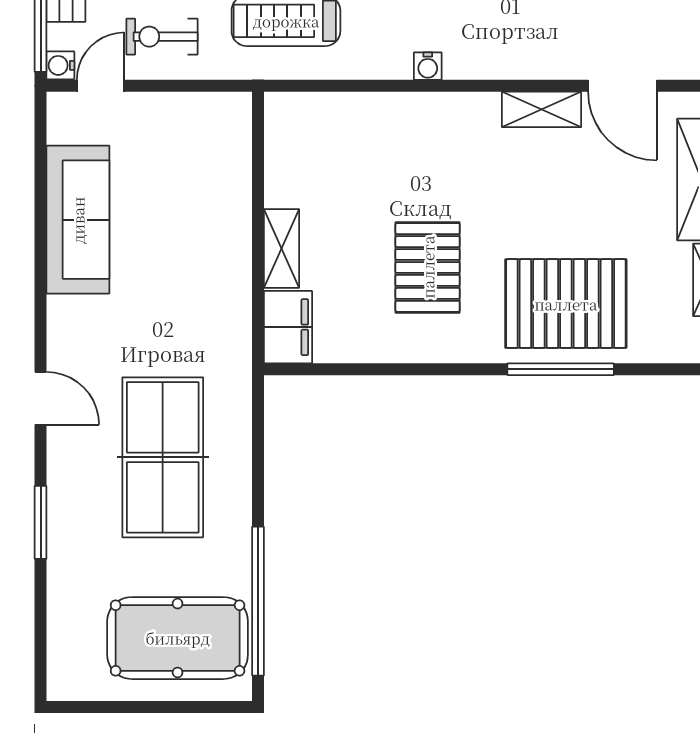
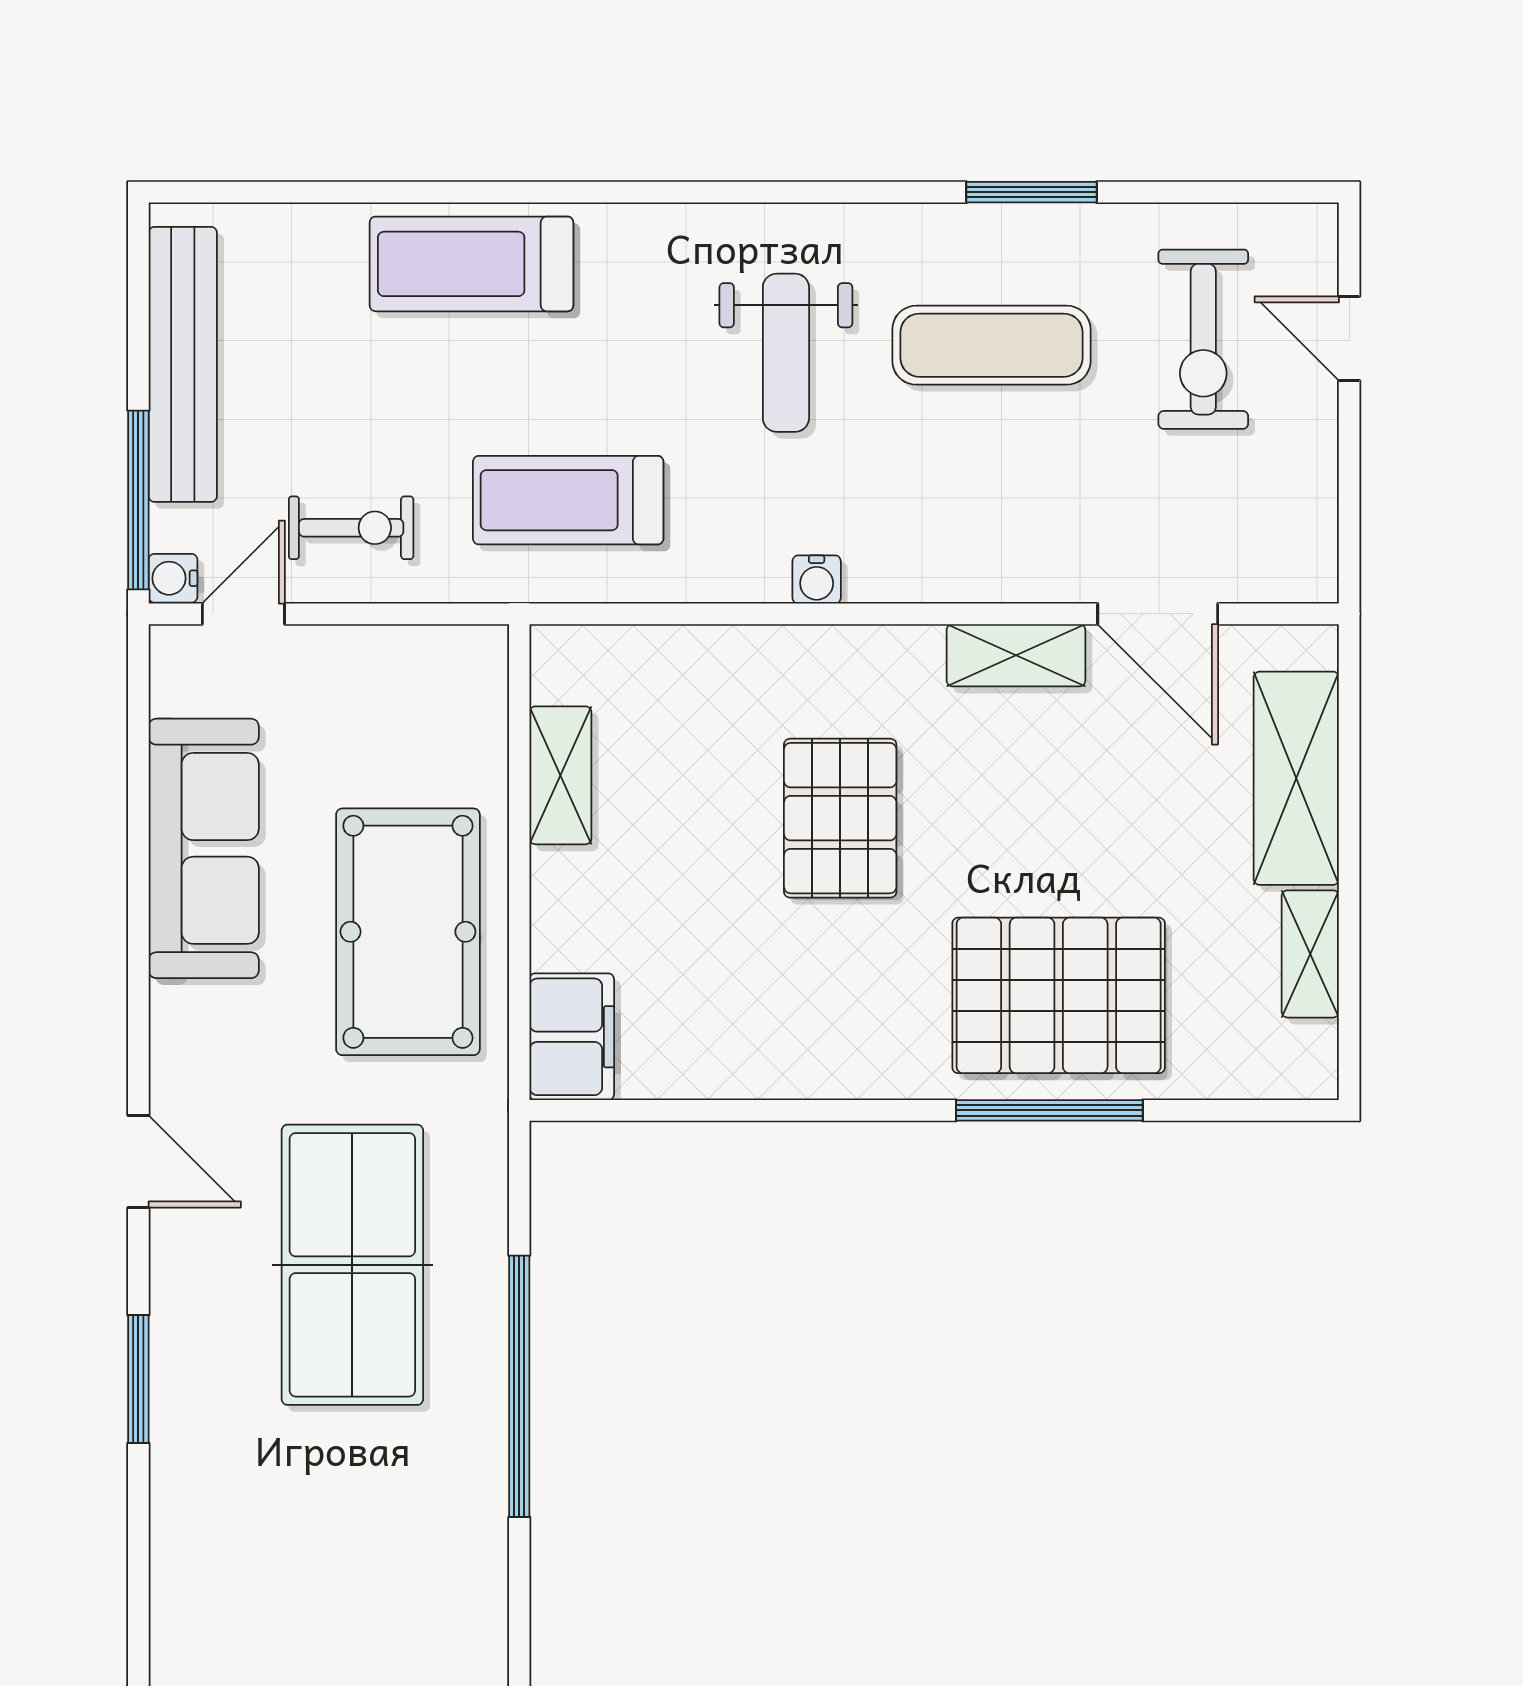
exercise bike: (162, 37) -> (351, 528), turned 180
shelving: (282, 249) -> (560, 775), moved
pallet: (428, 267) -> (840, 818), moved
window: (258, 601) -> (519, 1386), moved
pool table: (178, 638) -> (408, 932), moved, turned 90

